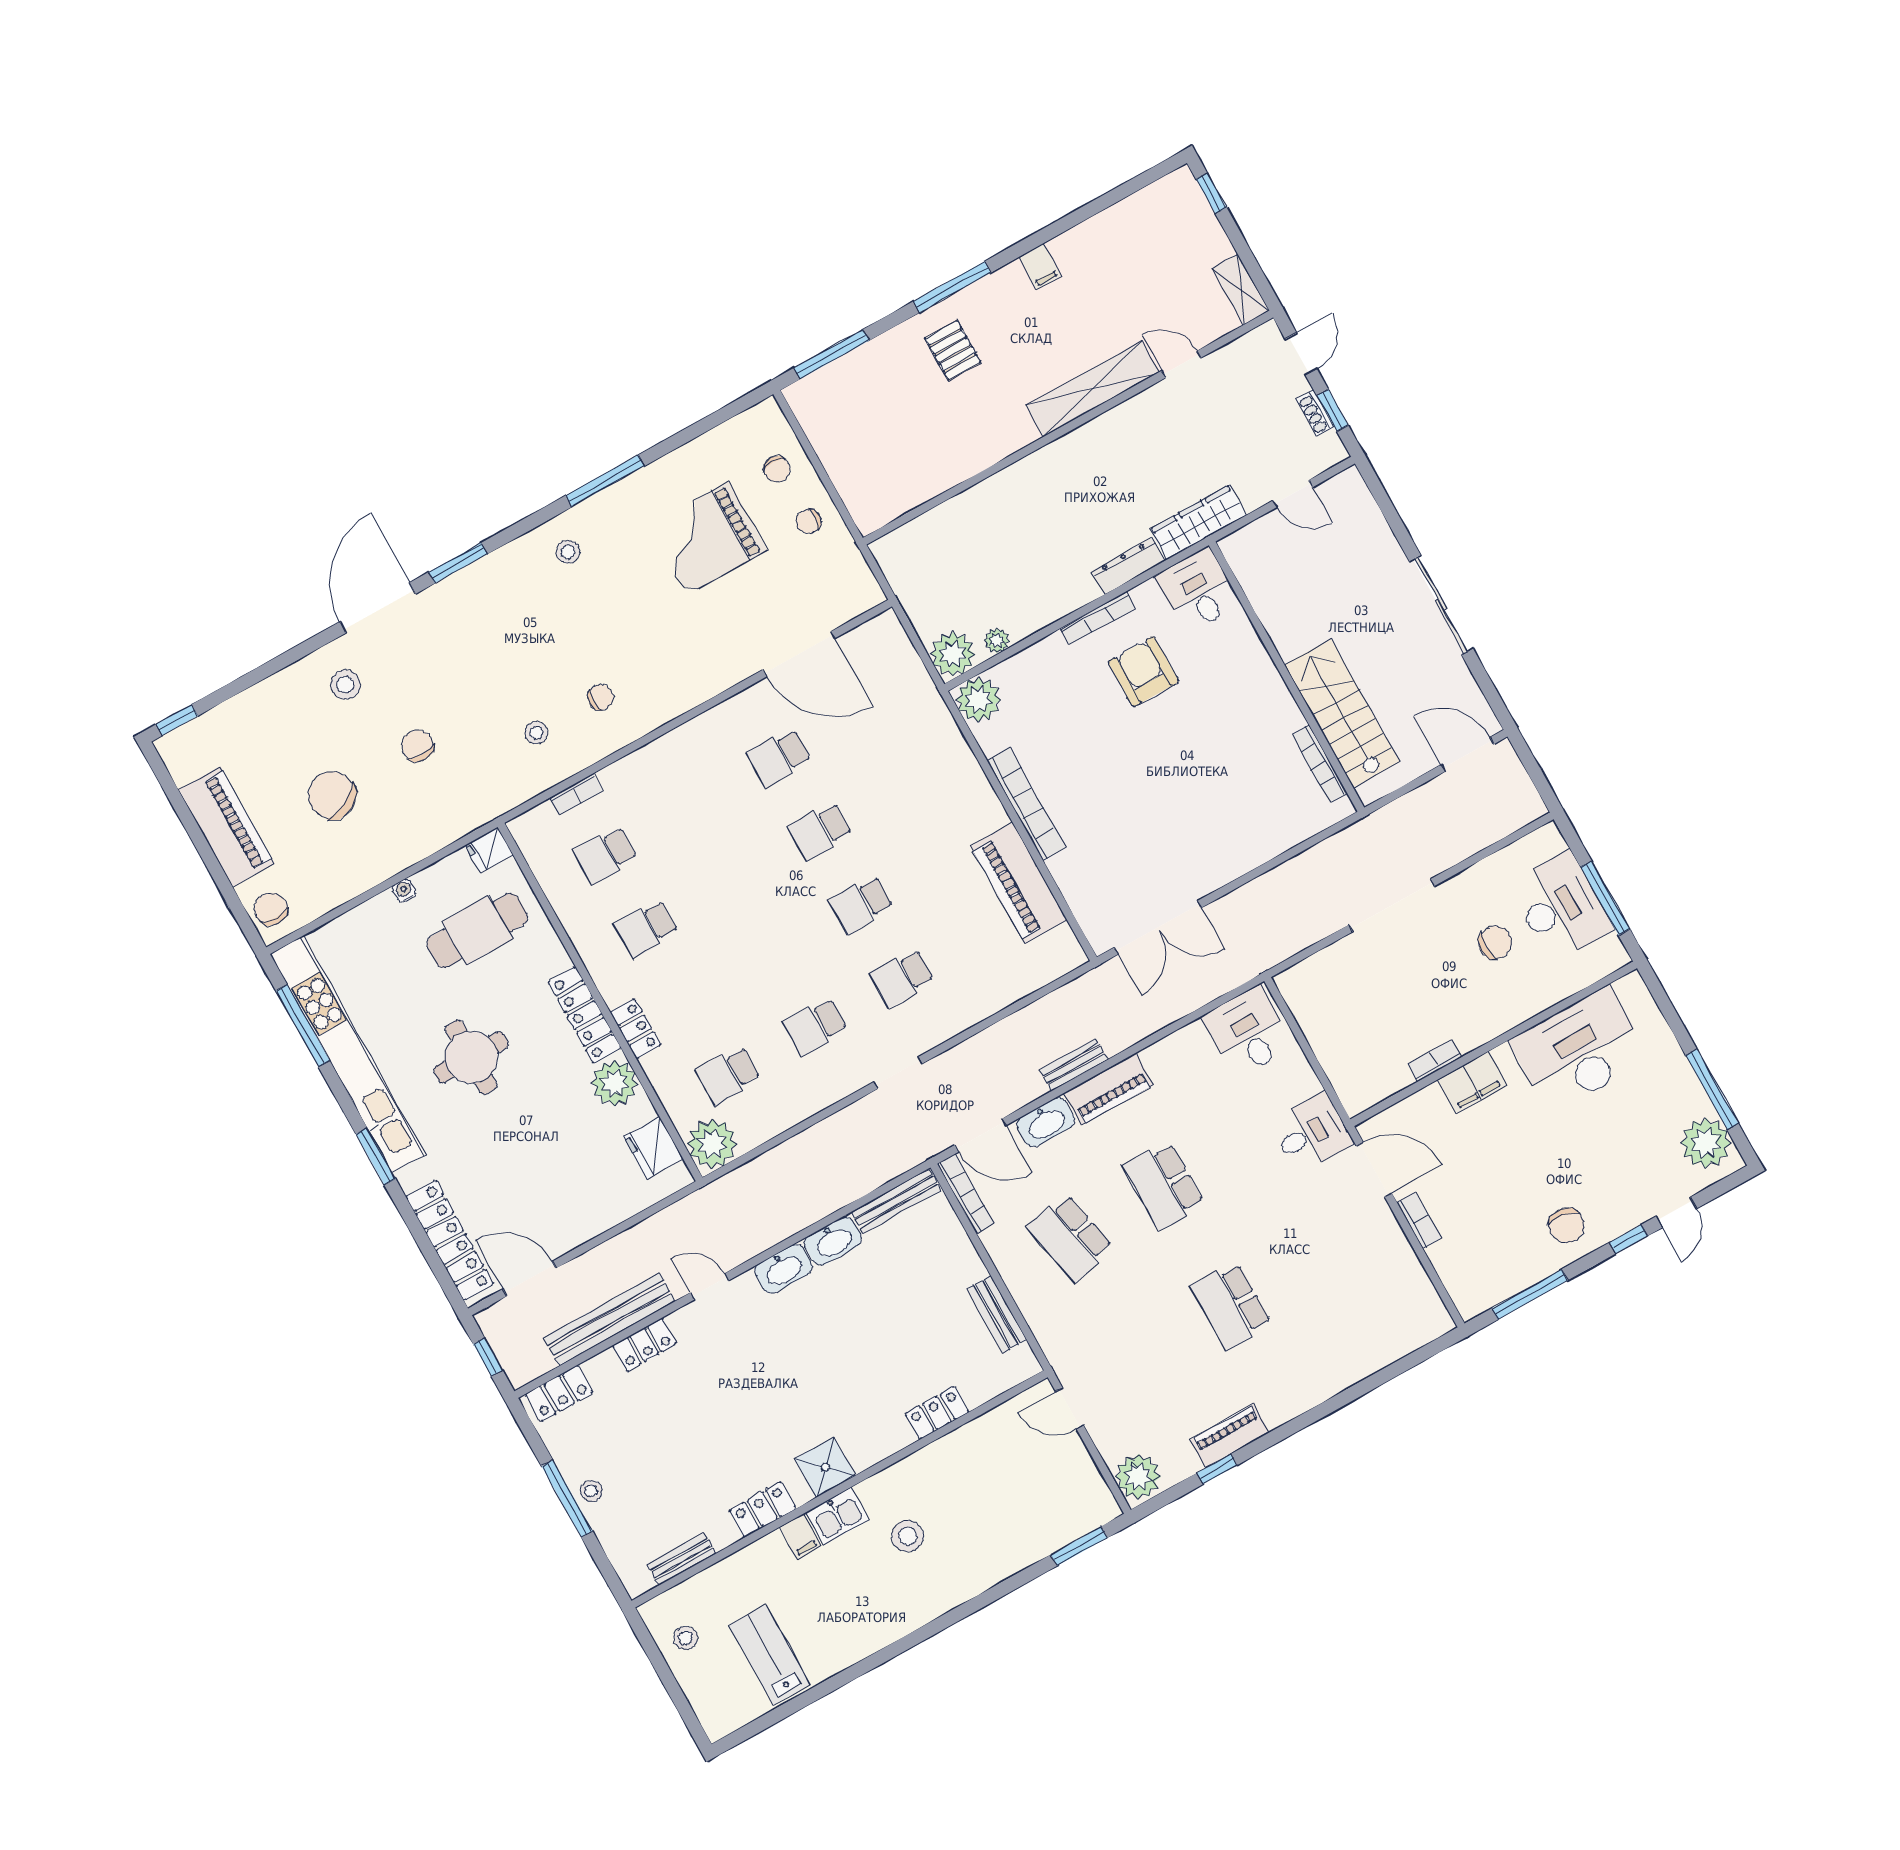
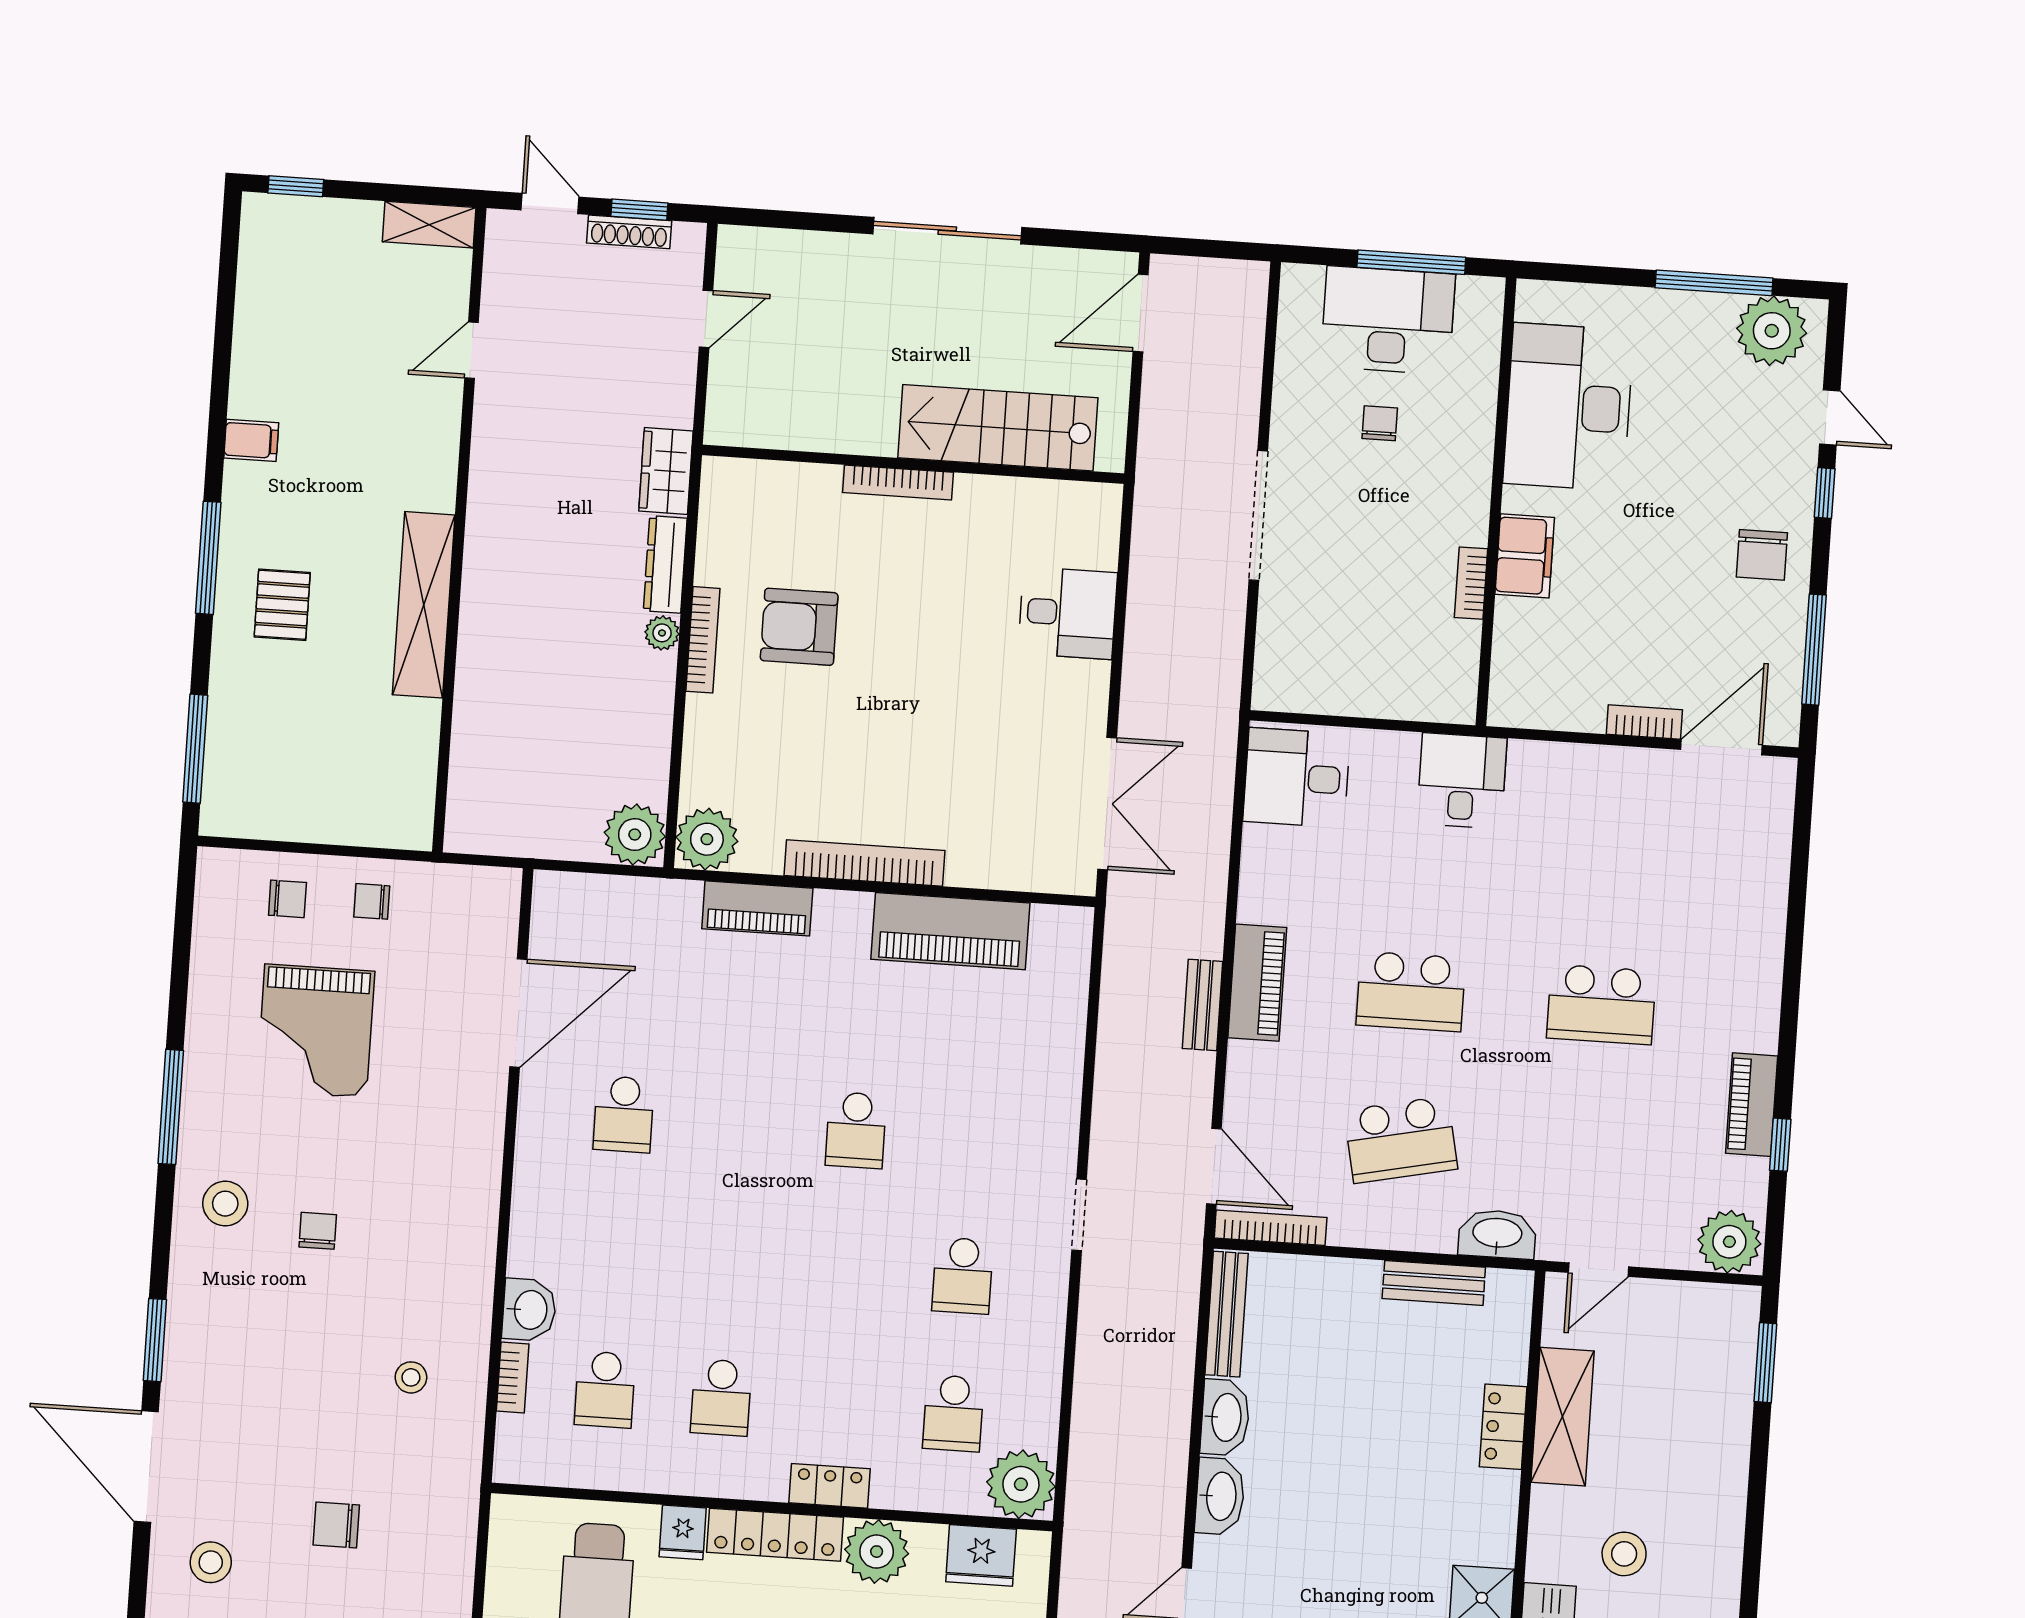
pallet: (953, 350) -> (282, 605), turned 90
shelving: (1092, 389) -> (424, 605), moved
shoe rack: (1315, 413) -> (629, 232), width x1.43
chair: (809, 521) -> (372, 901), turned 85
wardrobe: (1198, 522) -> (666, 471), width x0.67
stool: (568, 552) -> (225, 1204), width x1.37, depth x1.37
desk: (1198, 590) -> (1068, 613), moved, turned 180
plant: (997, 641) -> (662, 633), moved
chair: (601, 697) -> (318, 1231), moved
piano: (956, 757) -> (757, 908), added
bookcase: (1320, 764) -> (898, 482), moved
washbasin: (624, 778) -> (529, 1310), added
school desk: (820, 831) -> (740, 1122), removed
fridge: (489, 850) -> (683, 1532), moved
chair: (1495, 942) -> (1380, 423), width x0.73, depth x0.73
school desk: (902, 978) -> (972, 1138), removed
washbasin: (1046, 1122) -> (1497, 1234), moved, turned -90
door: (981, 1135) -> (1214, 1166), hinge flipped
door: (1374, 1169) -> (1721, 747), moved
chair: (1566, 1226) -> (1762, 555), turned 81
shelving: (967, 1445) -> (1563, 1417), added

